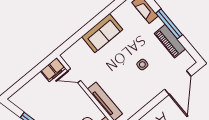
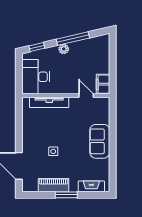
window: (169, 24) -> (66, 195), width x0.69
door: (74, 76) -> (86, 96), hinge flipped

